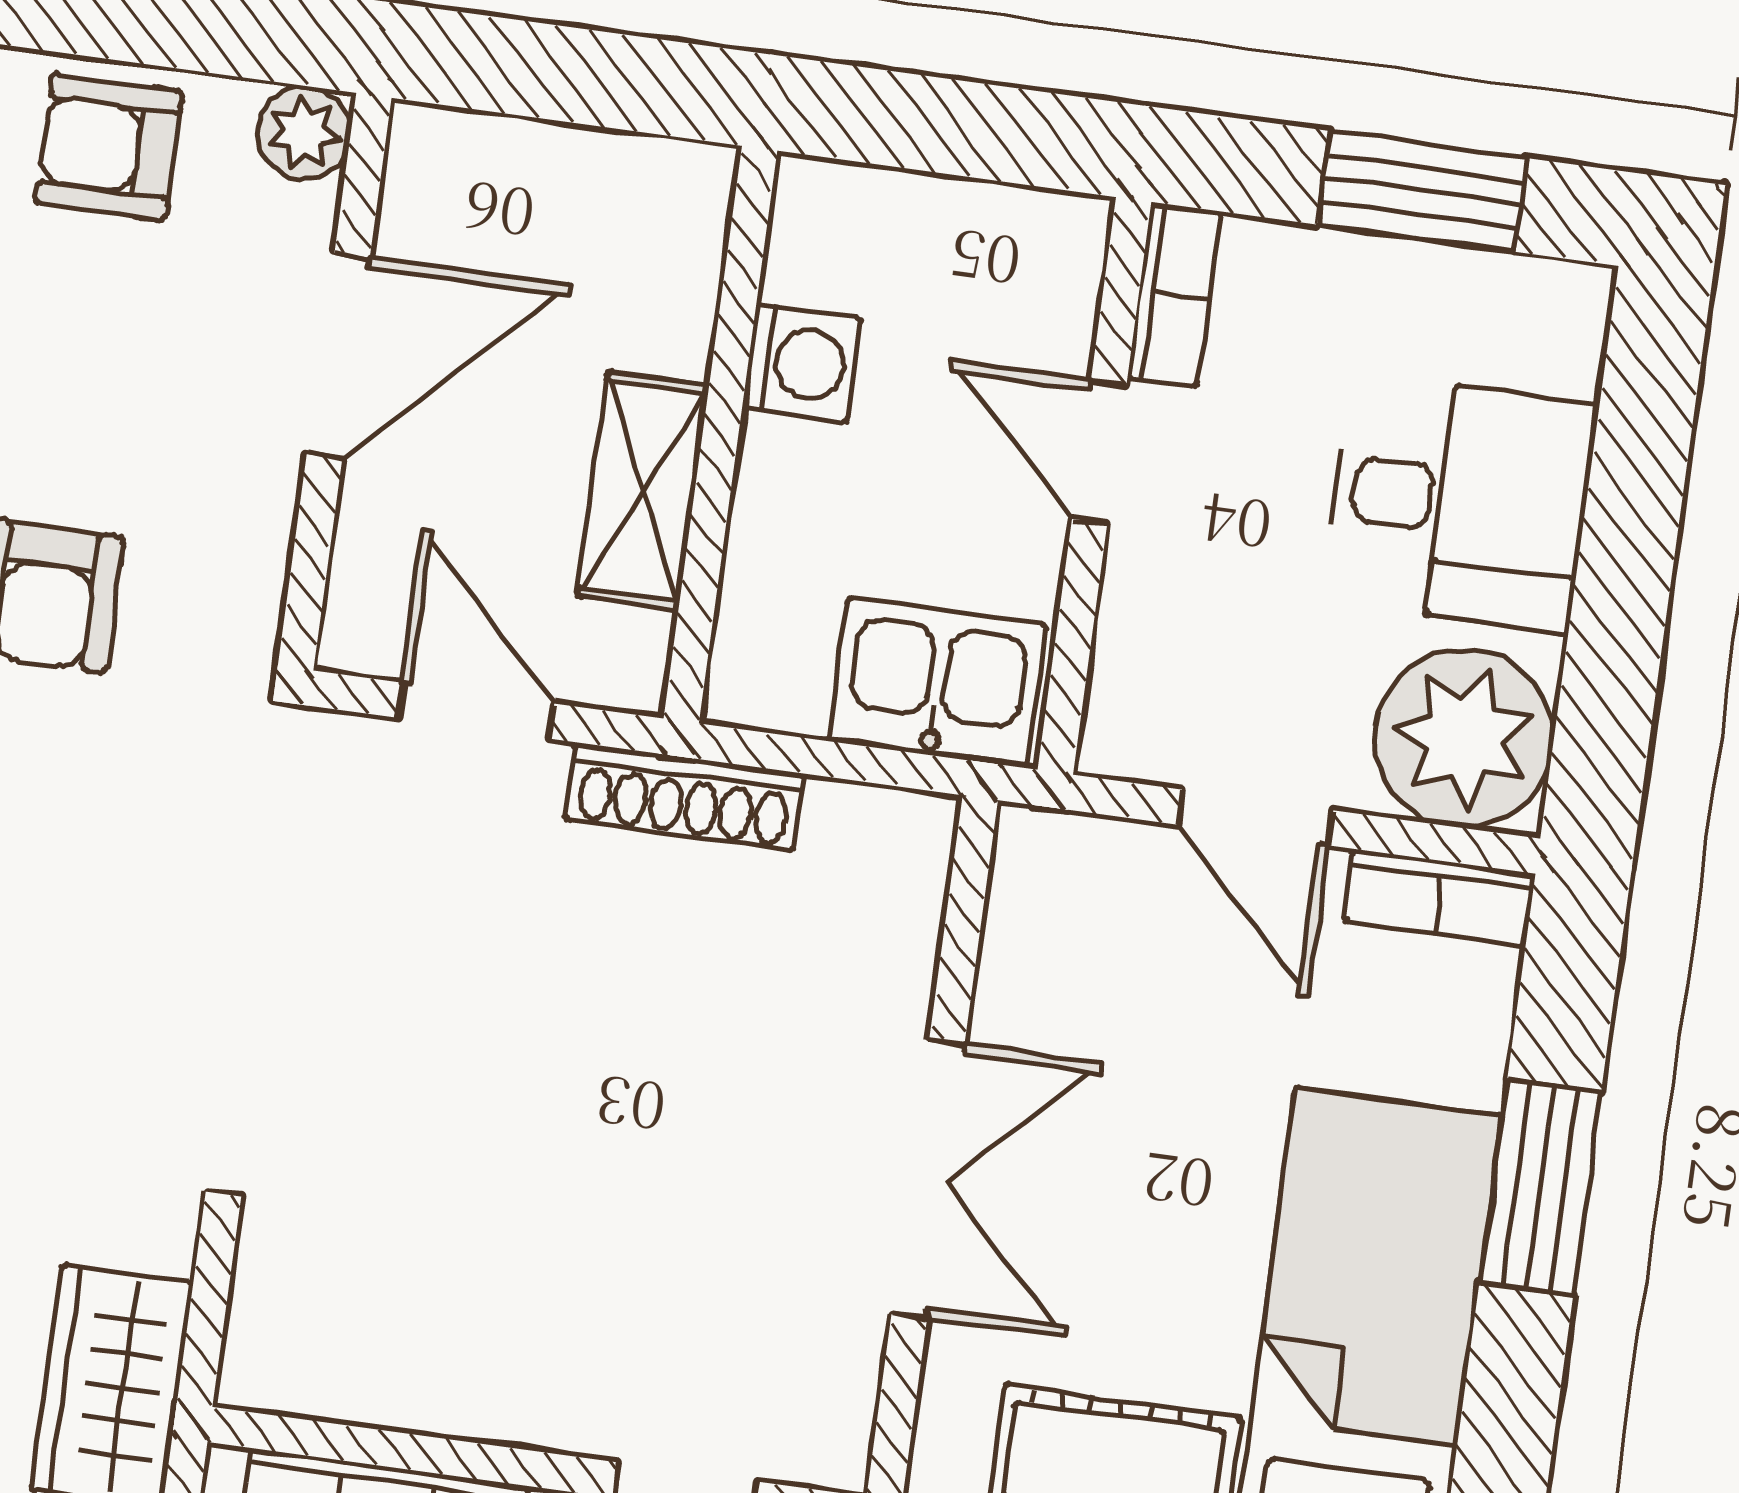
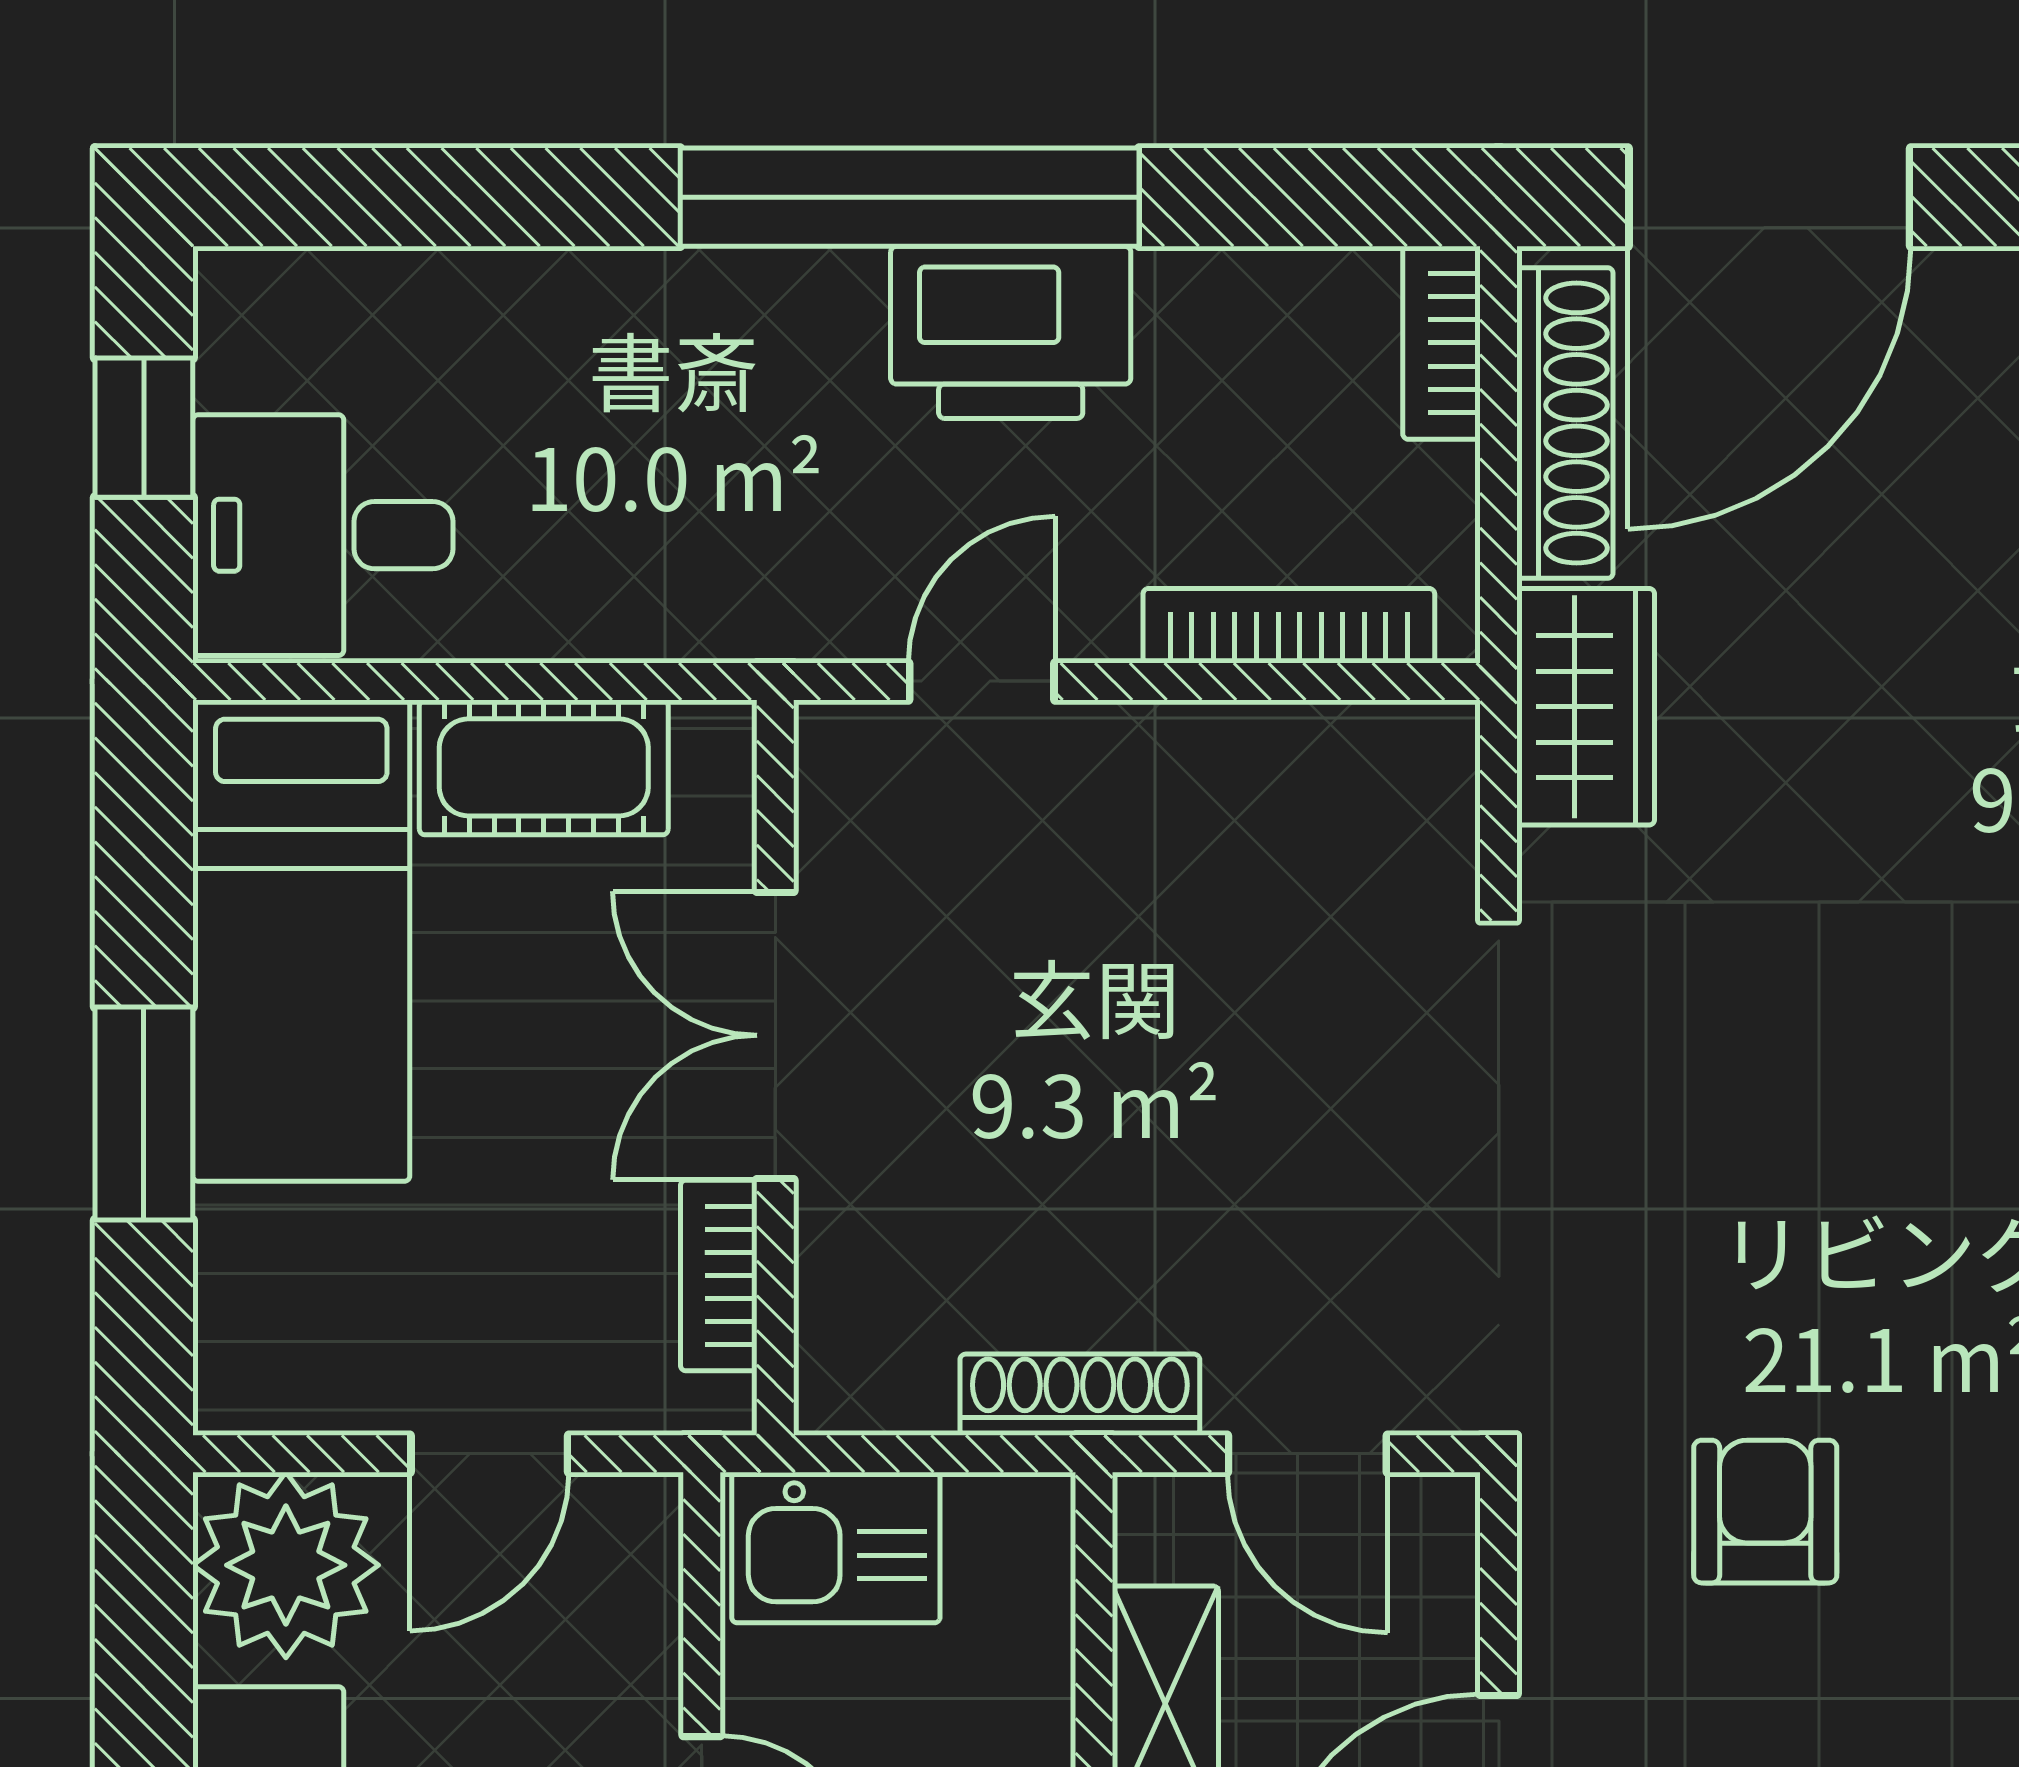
door: (1255, 817) -> (489, 1454), swing flipped
bookcase: (1440, 898) -> (719, 1275), moved, turned -90

